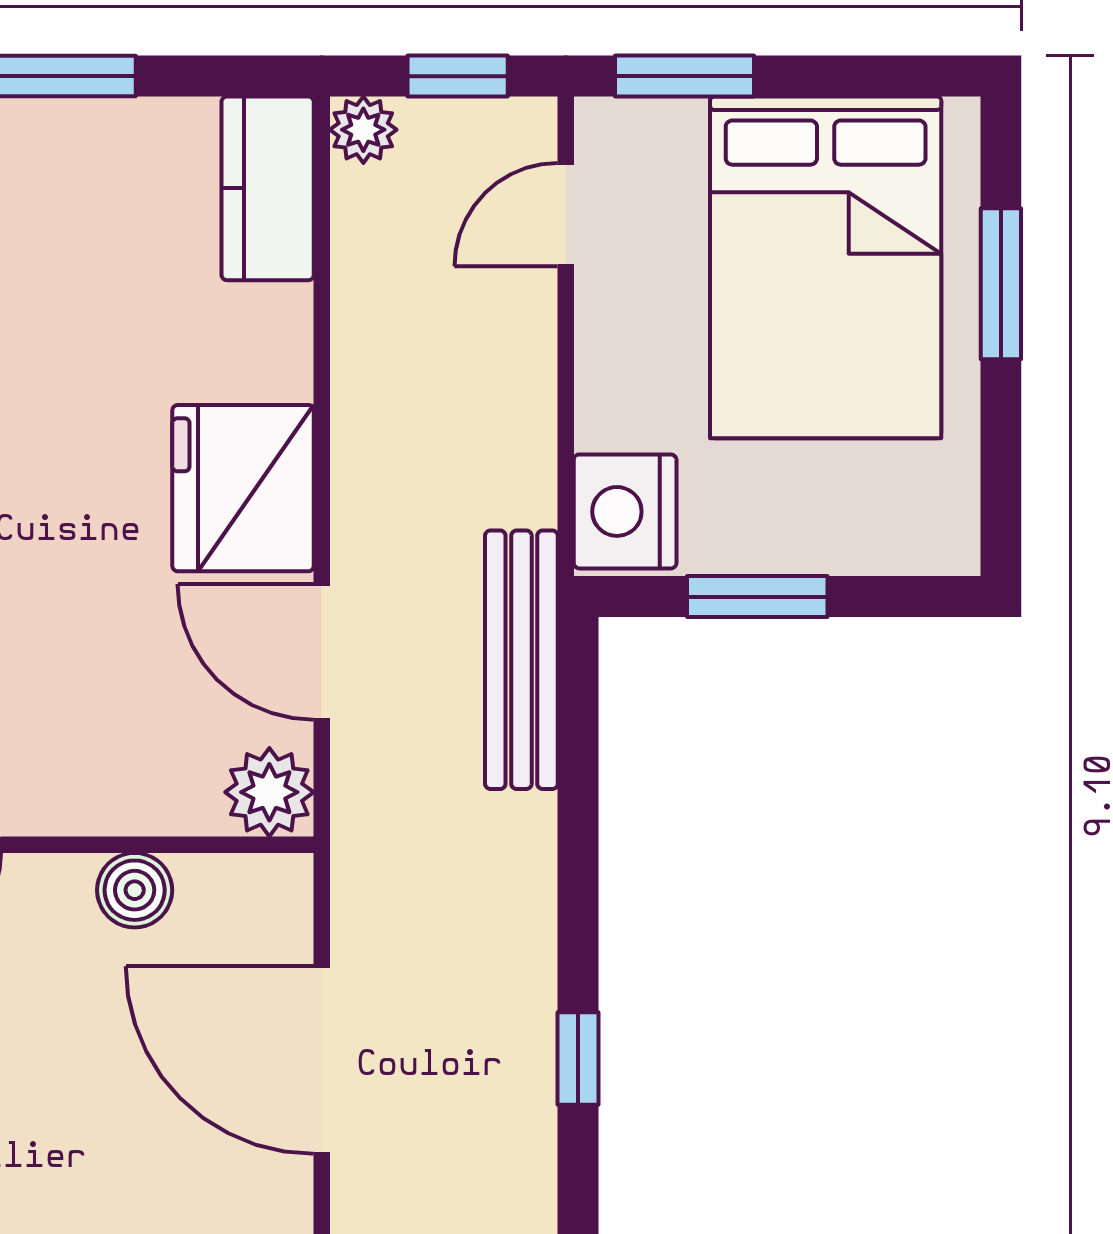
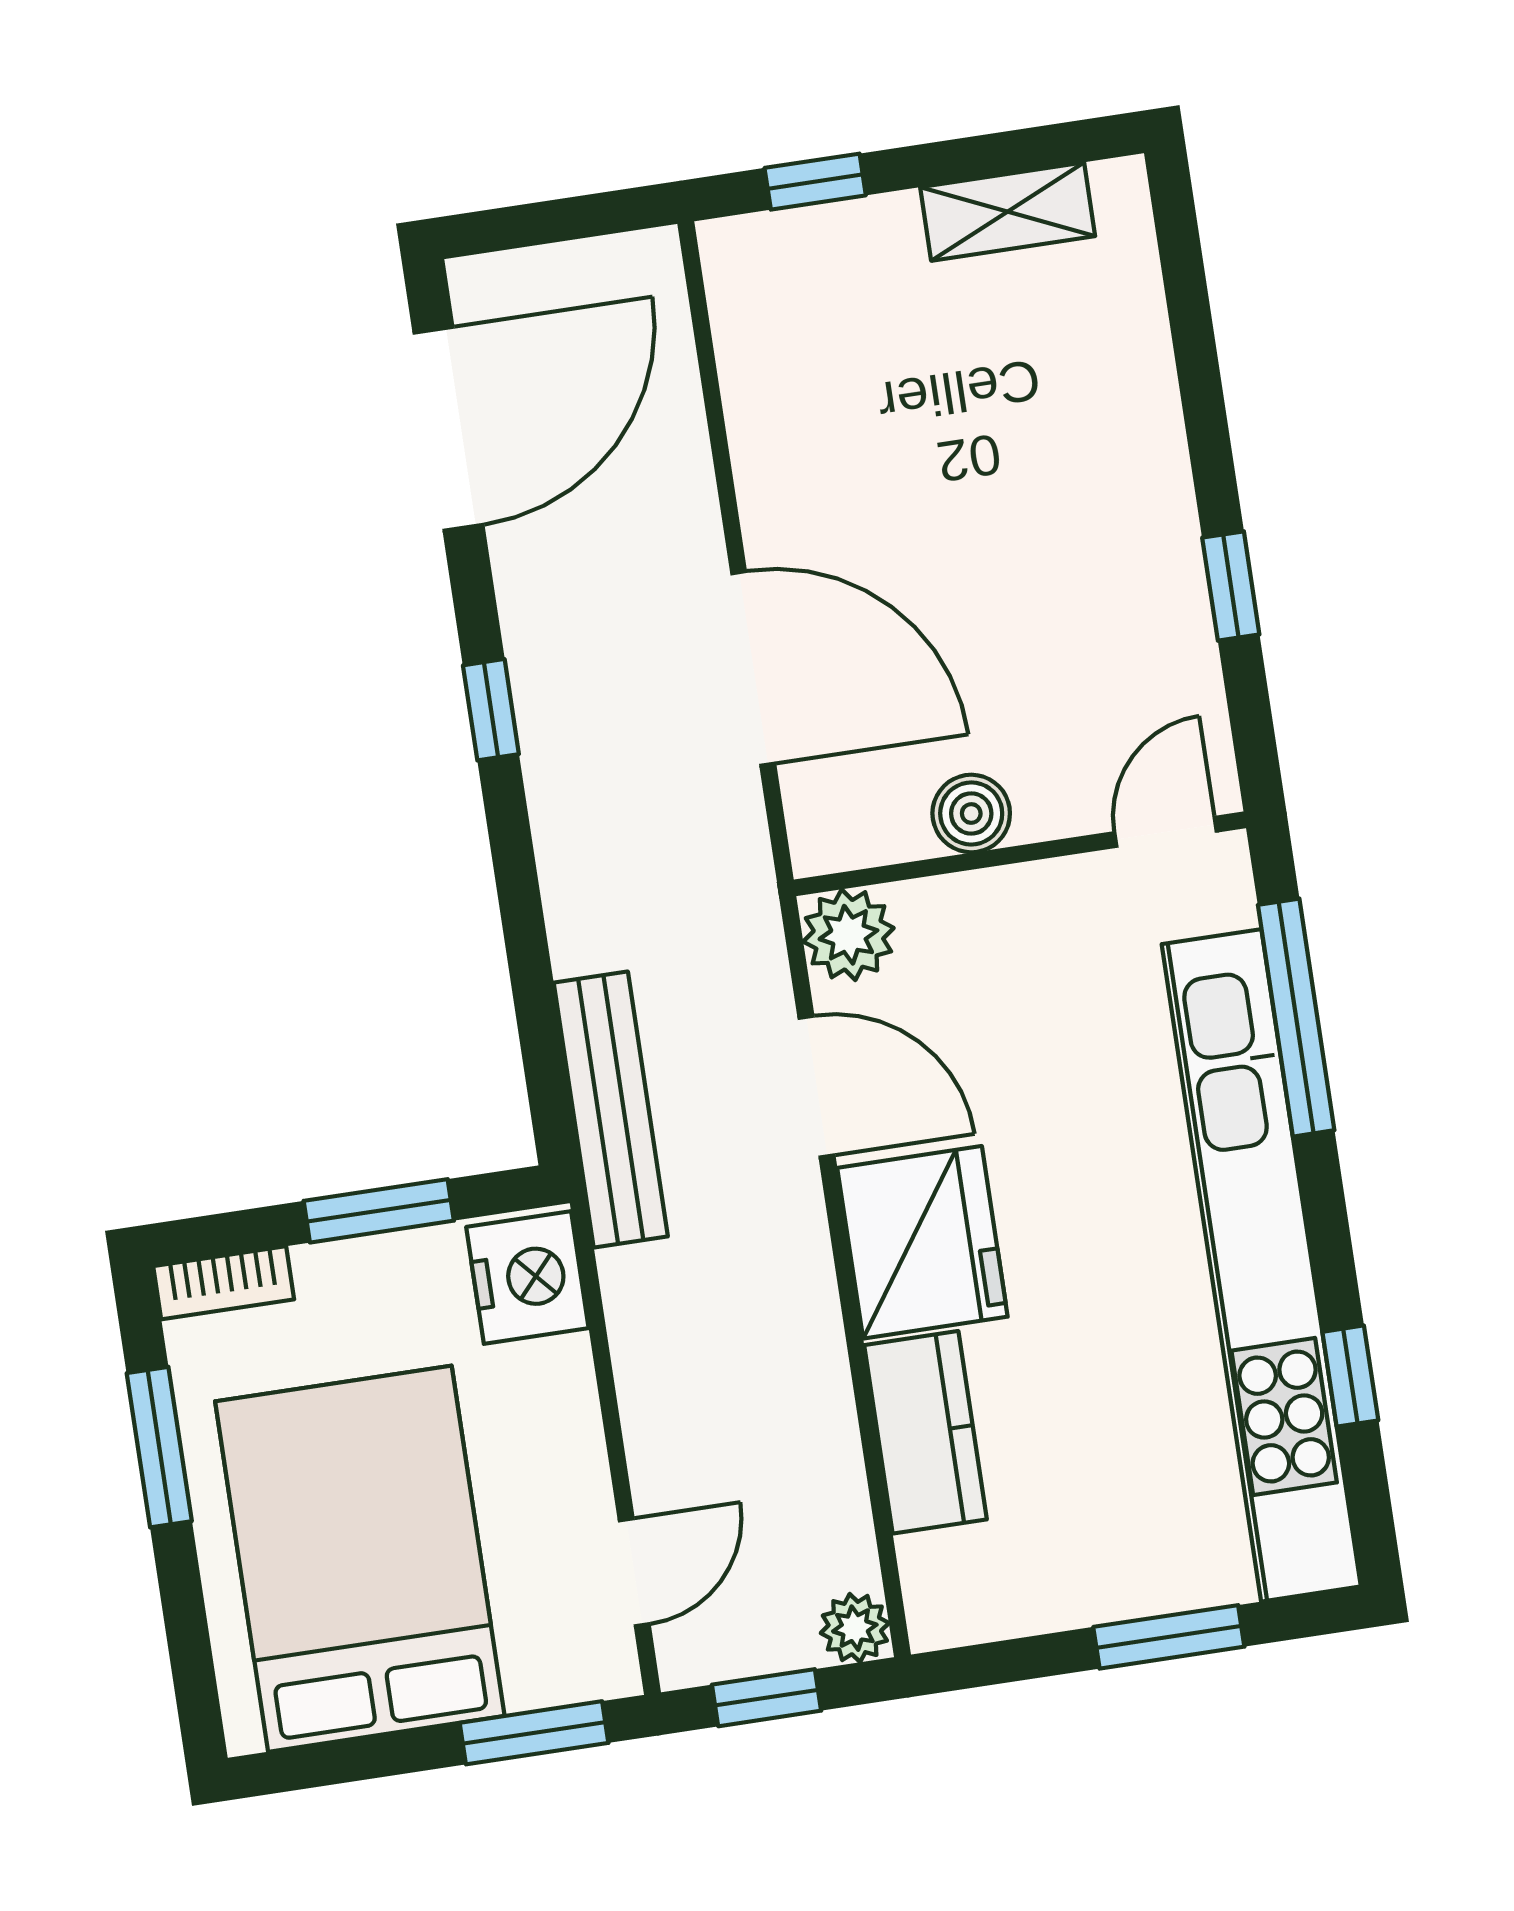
kitchen counter: (268, 188) -> (925, 1432), moved
window: (1001, 284) -> (159, 1447), moved
bookcase: (916, 550) -> (224, 1283), added

